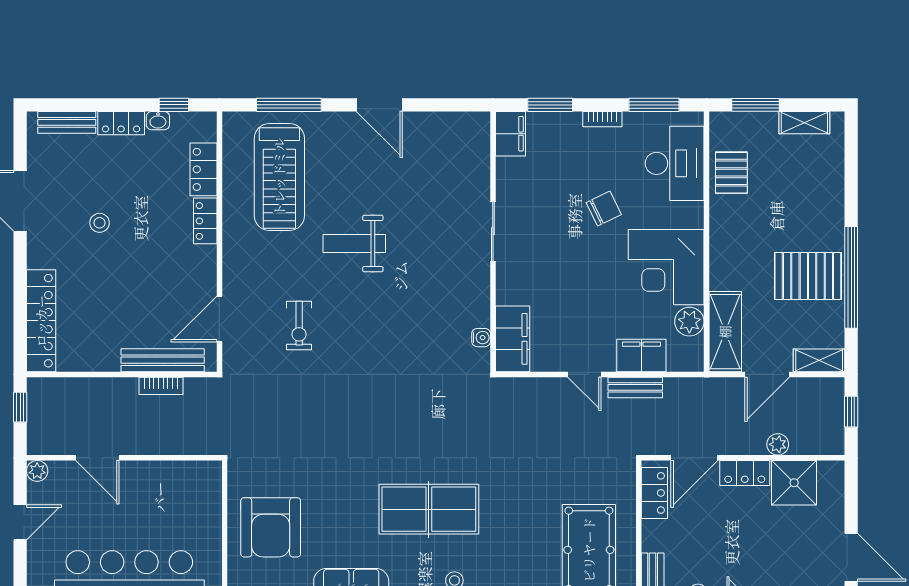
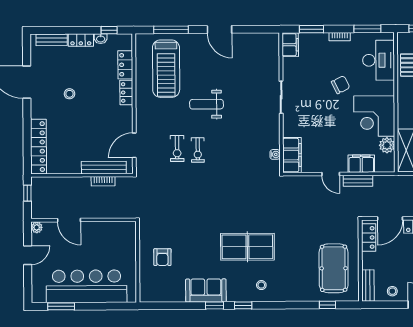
exercise bike: (337, 329) -> (198, 150), added
armchair: (271, 527) -> (162, 257), width x0.53, depth x0.53

